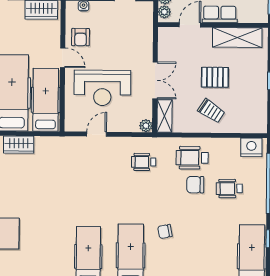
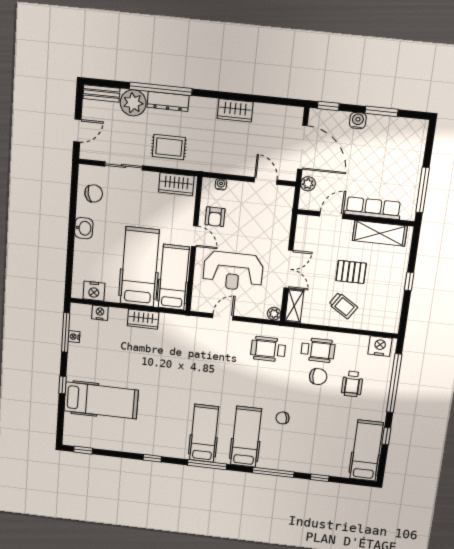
plant: (164, 12) -> (306, 199), removed
row of seats: (220, 14) -> (373, 208), width x1.48
wheelchair: (192, 158) -> (318, 350), turned 180
wheelchair: (144, 162) -> (268, 349), width x1.36, depth x1.37
chair: (195, 185) -> (318, 377), turned 180
wheelchair: (229, 189) -> (352, 384), turned -89

